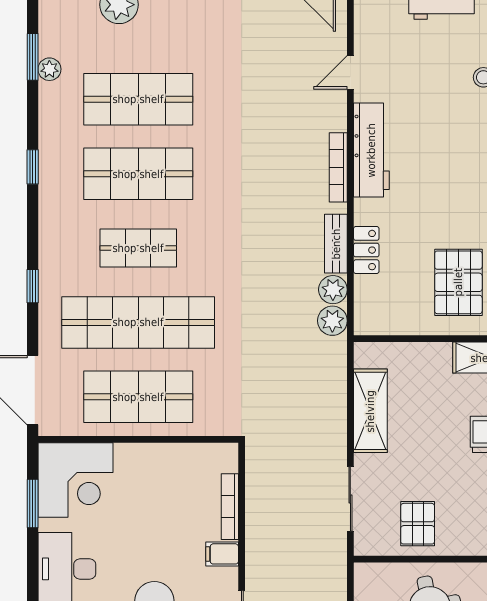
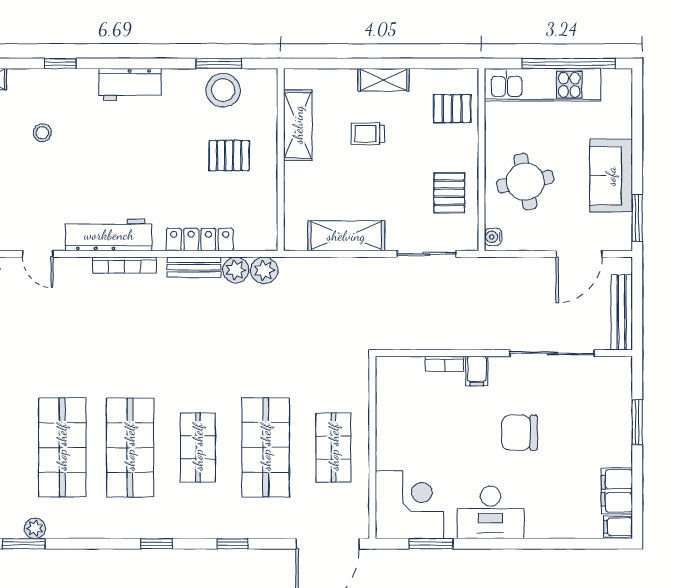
window: (33, 167) -> (157, 544), moved
locker: (366, 250) -> (200, 240), width x1.53
pallet: (458, 282) -> (229, 156), width x0.67, depth x0.71
shop shelf: (138, 322) -> (266, 447), width x0.71
shop shelf: (138, 397) -> (334, 447), width x0.70, depth x0.74
bookcase: (230, 507) -> (444, 364), width x0.64
pallet: (418, 524) -> (449, 193), turned 90
water cooler: (369, 572) -> (493, 237), added

